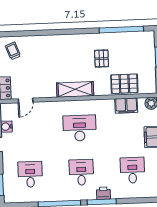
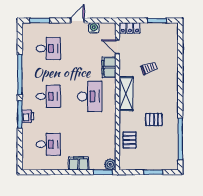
trolley: (13, 51) -> (149, 68), moved
pallet: (124, 84) -> (130, 140), width x0.67, depth x0.71
filing cabinet: (126, 106) -> (109, 67), moved

